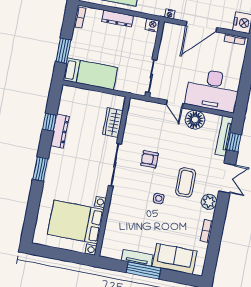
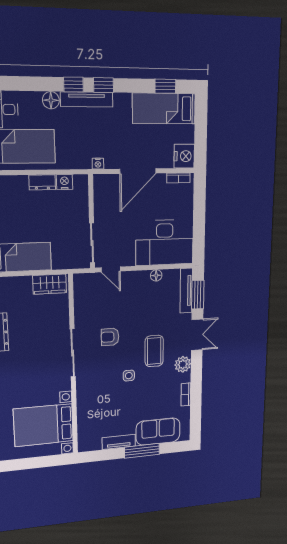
dresser: (118, 18) -> (42, 182), width x0.70
nightstand: (153, 25) -> (64, 182), moved
door: (175, 104) -> (111, 269), moved
floor lamp: (195, 120) -> (156, 275), width x0.53, depth x0.53
wardrobe: (113, 122) -> (50, 284), moved, turned -90
window: (234, 142) -> (198, 295), width x1.50
window: (144, 270) -> (142, 451), moved

